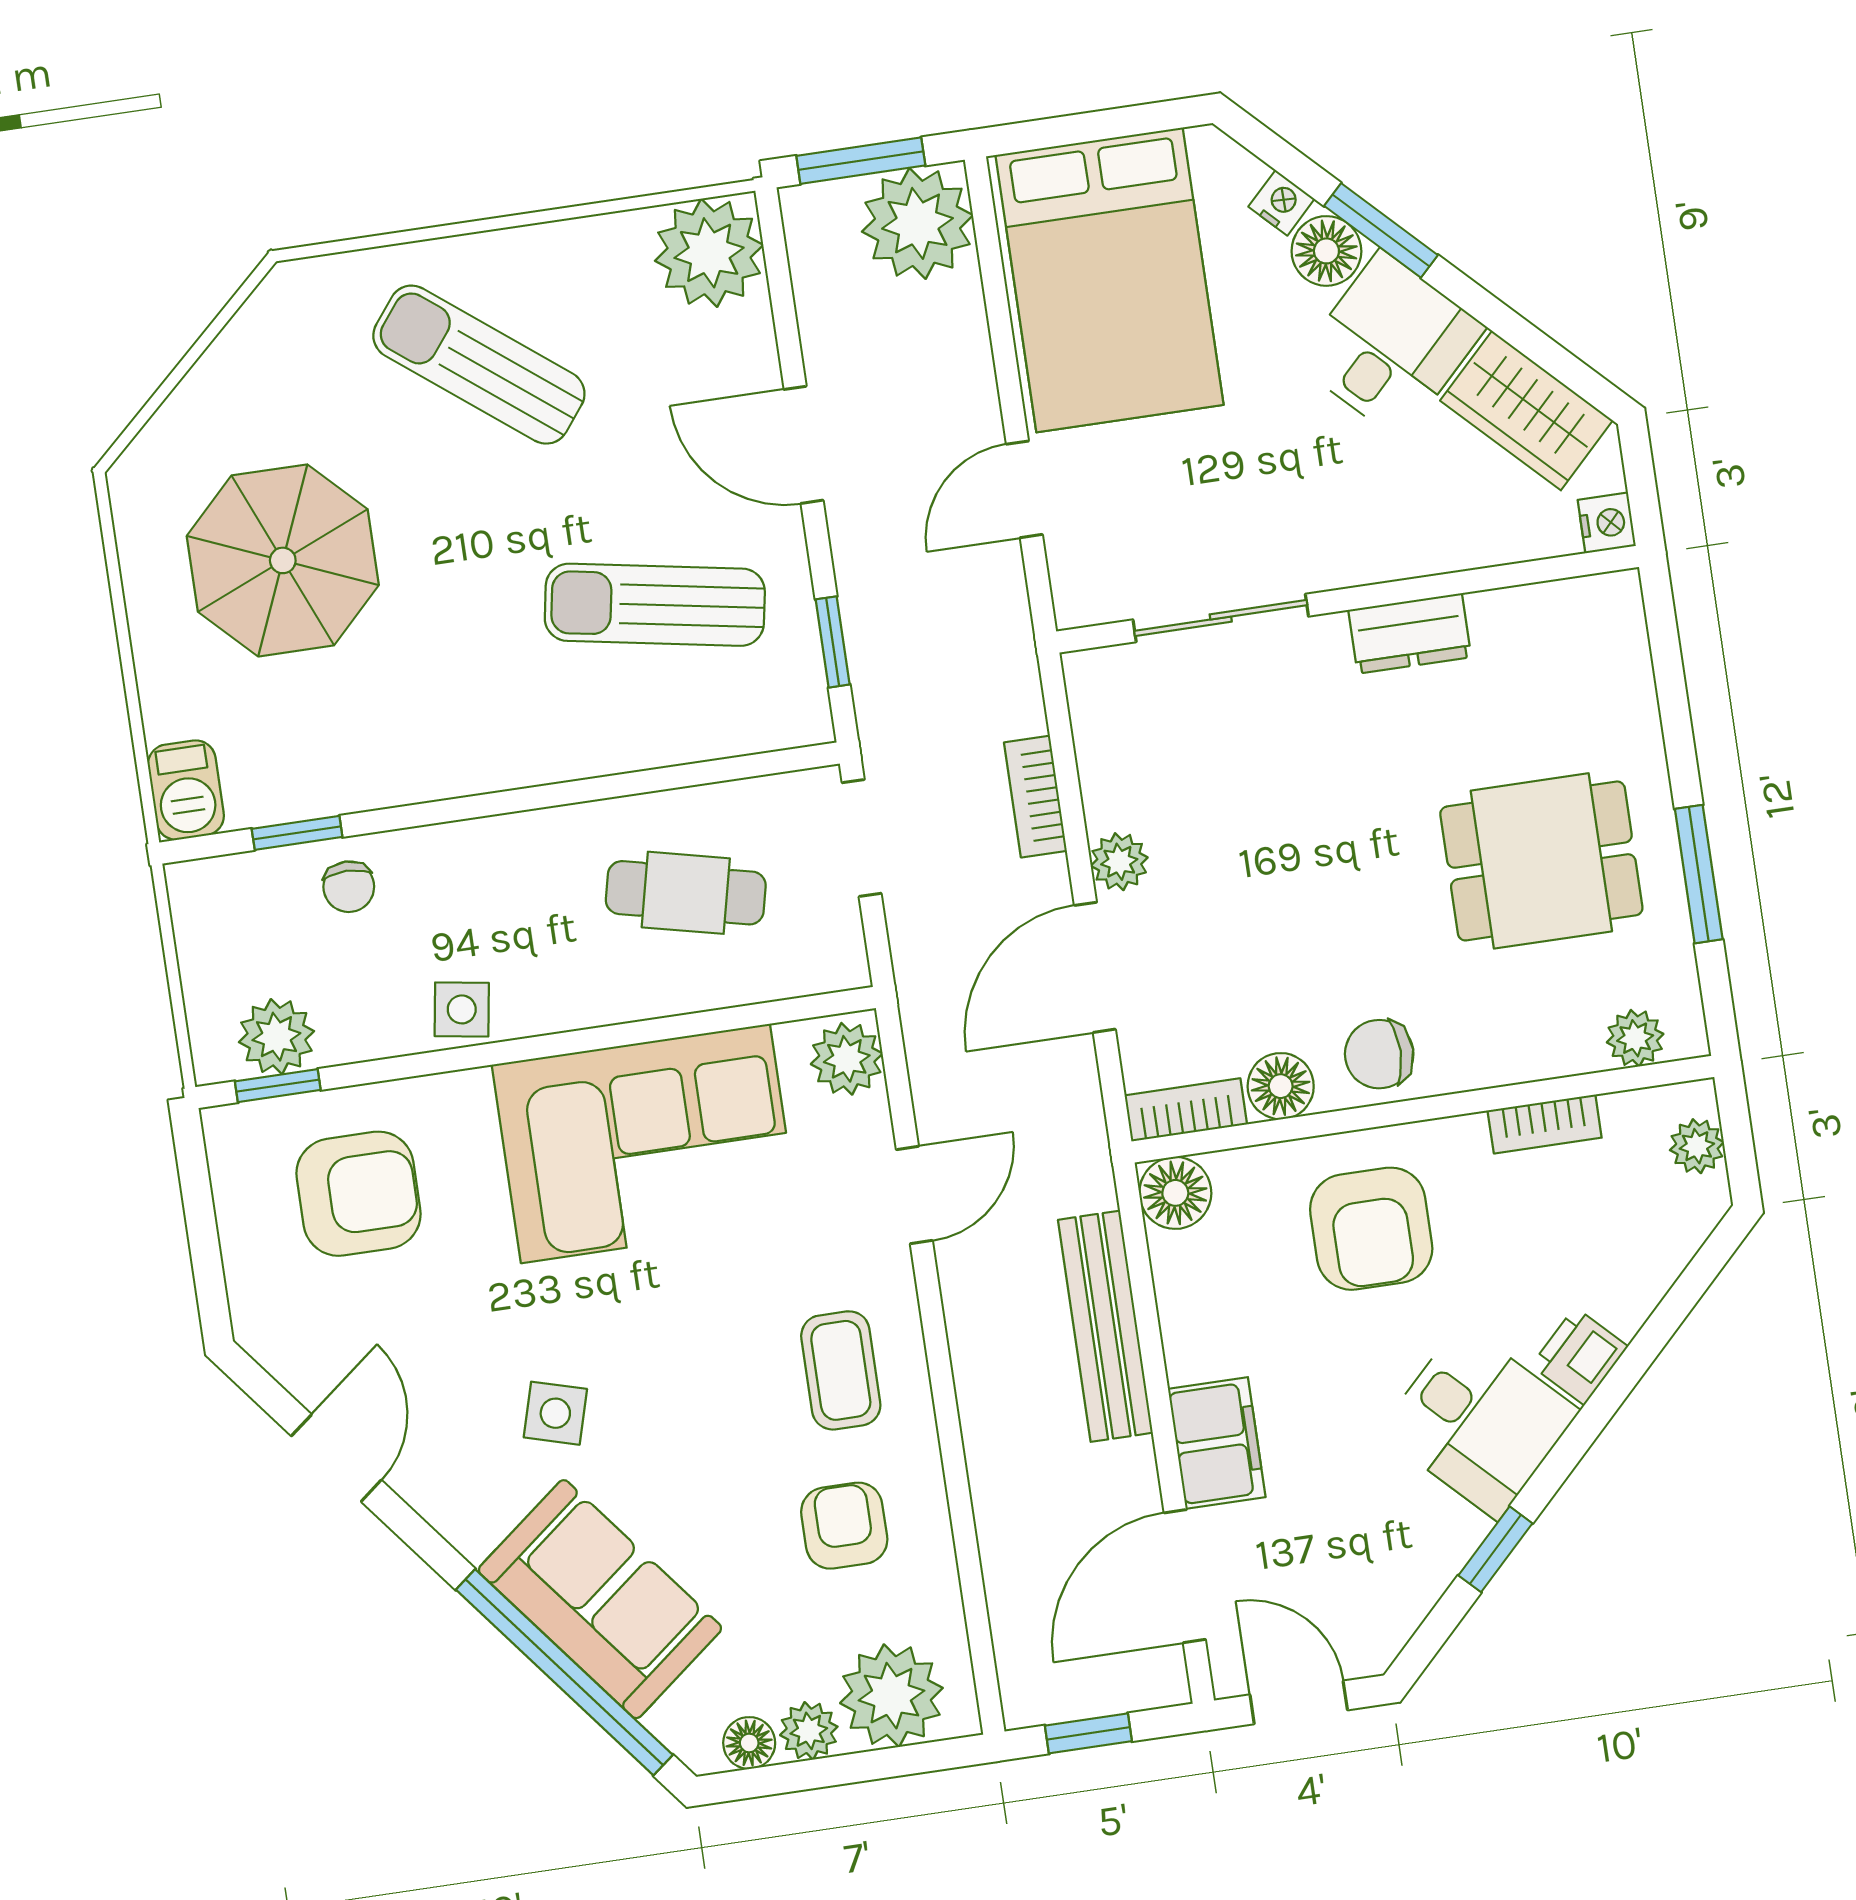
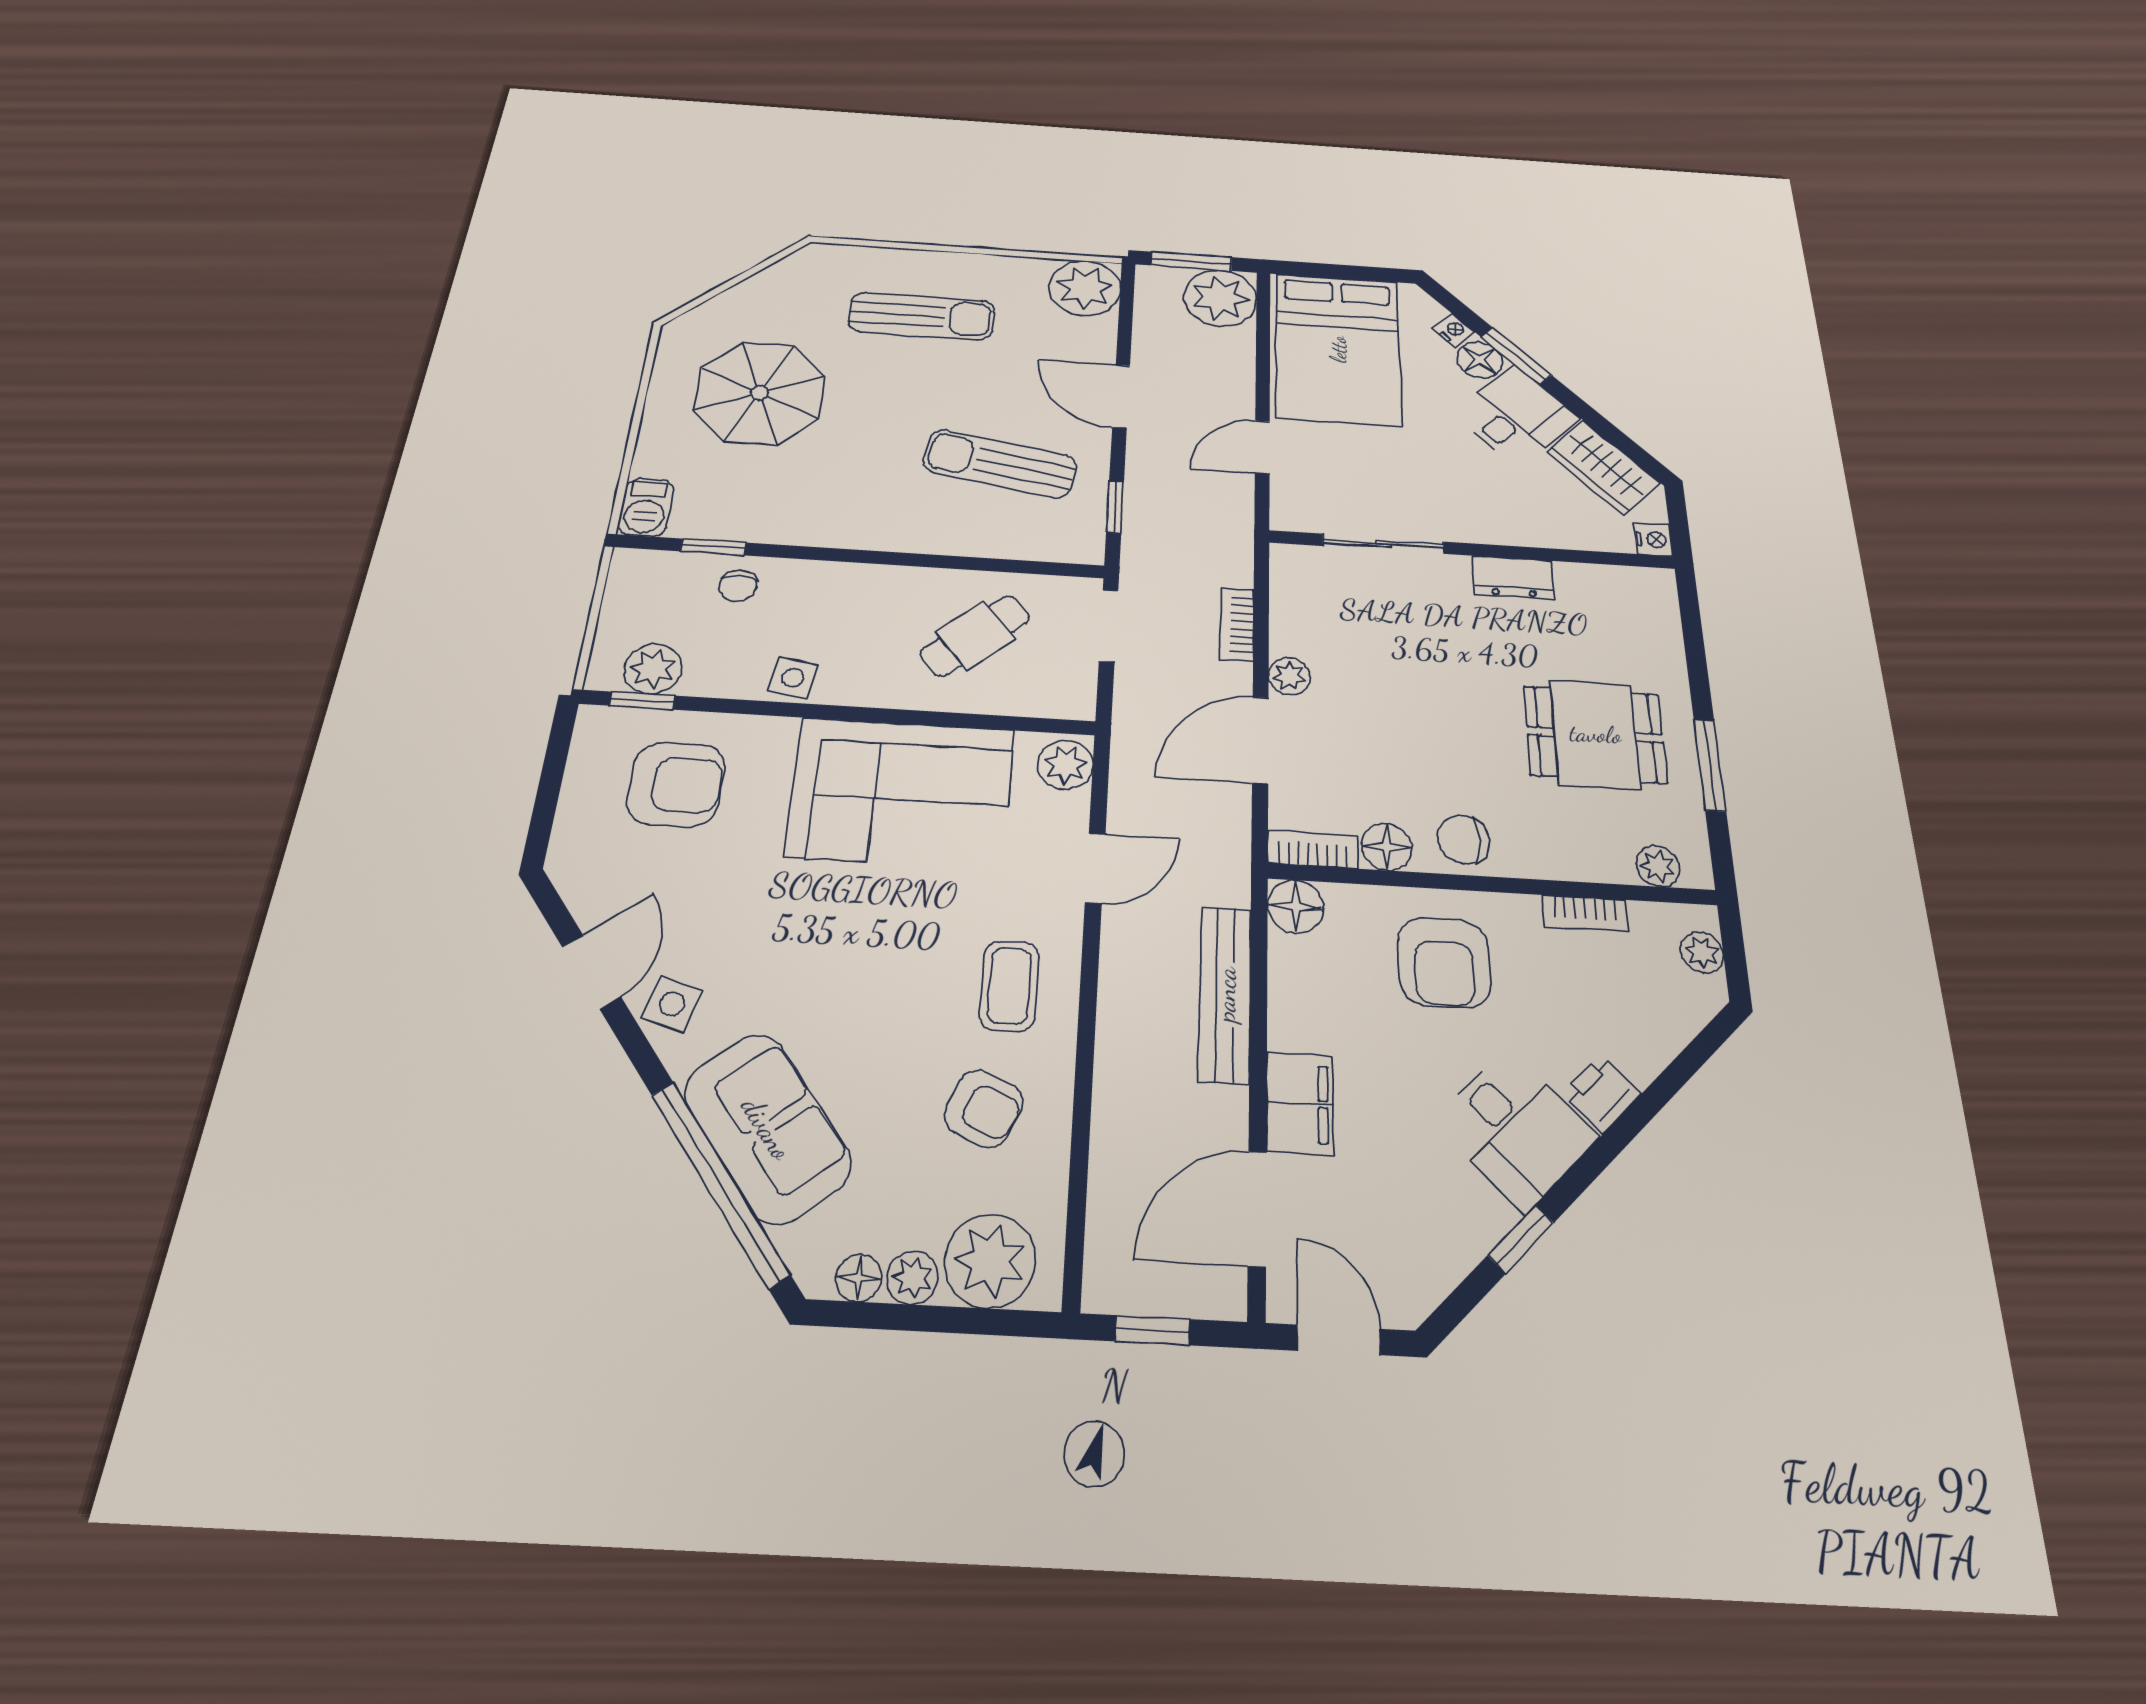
sun lounger: (479, 365) -> (922, 316), turned 142
cafe table: (686, 893) -> (975, 636), turned -54
side table: (555, 1413) -> (672, 1004), moved
armchair: (844, 1526) -> (984, 1109), turned 114

